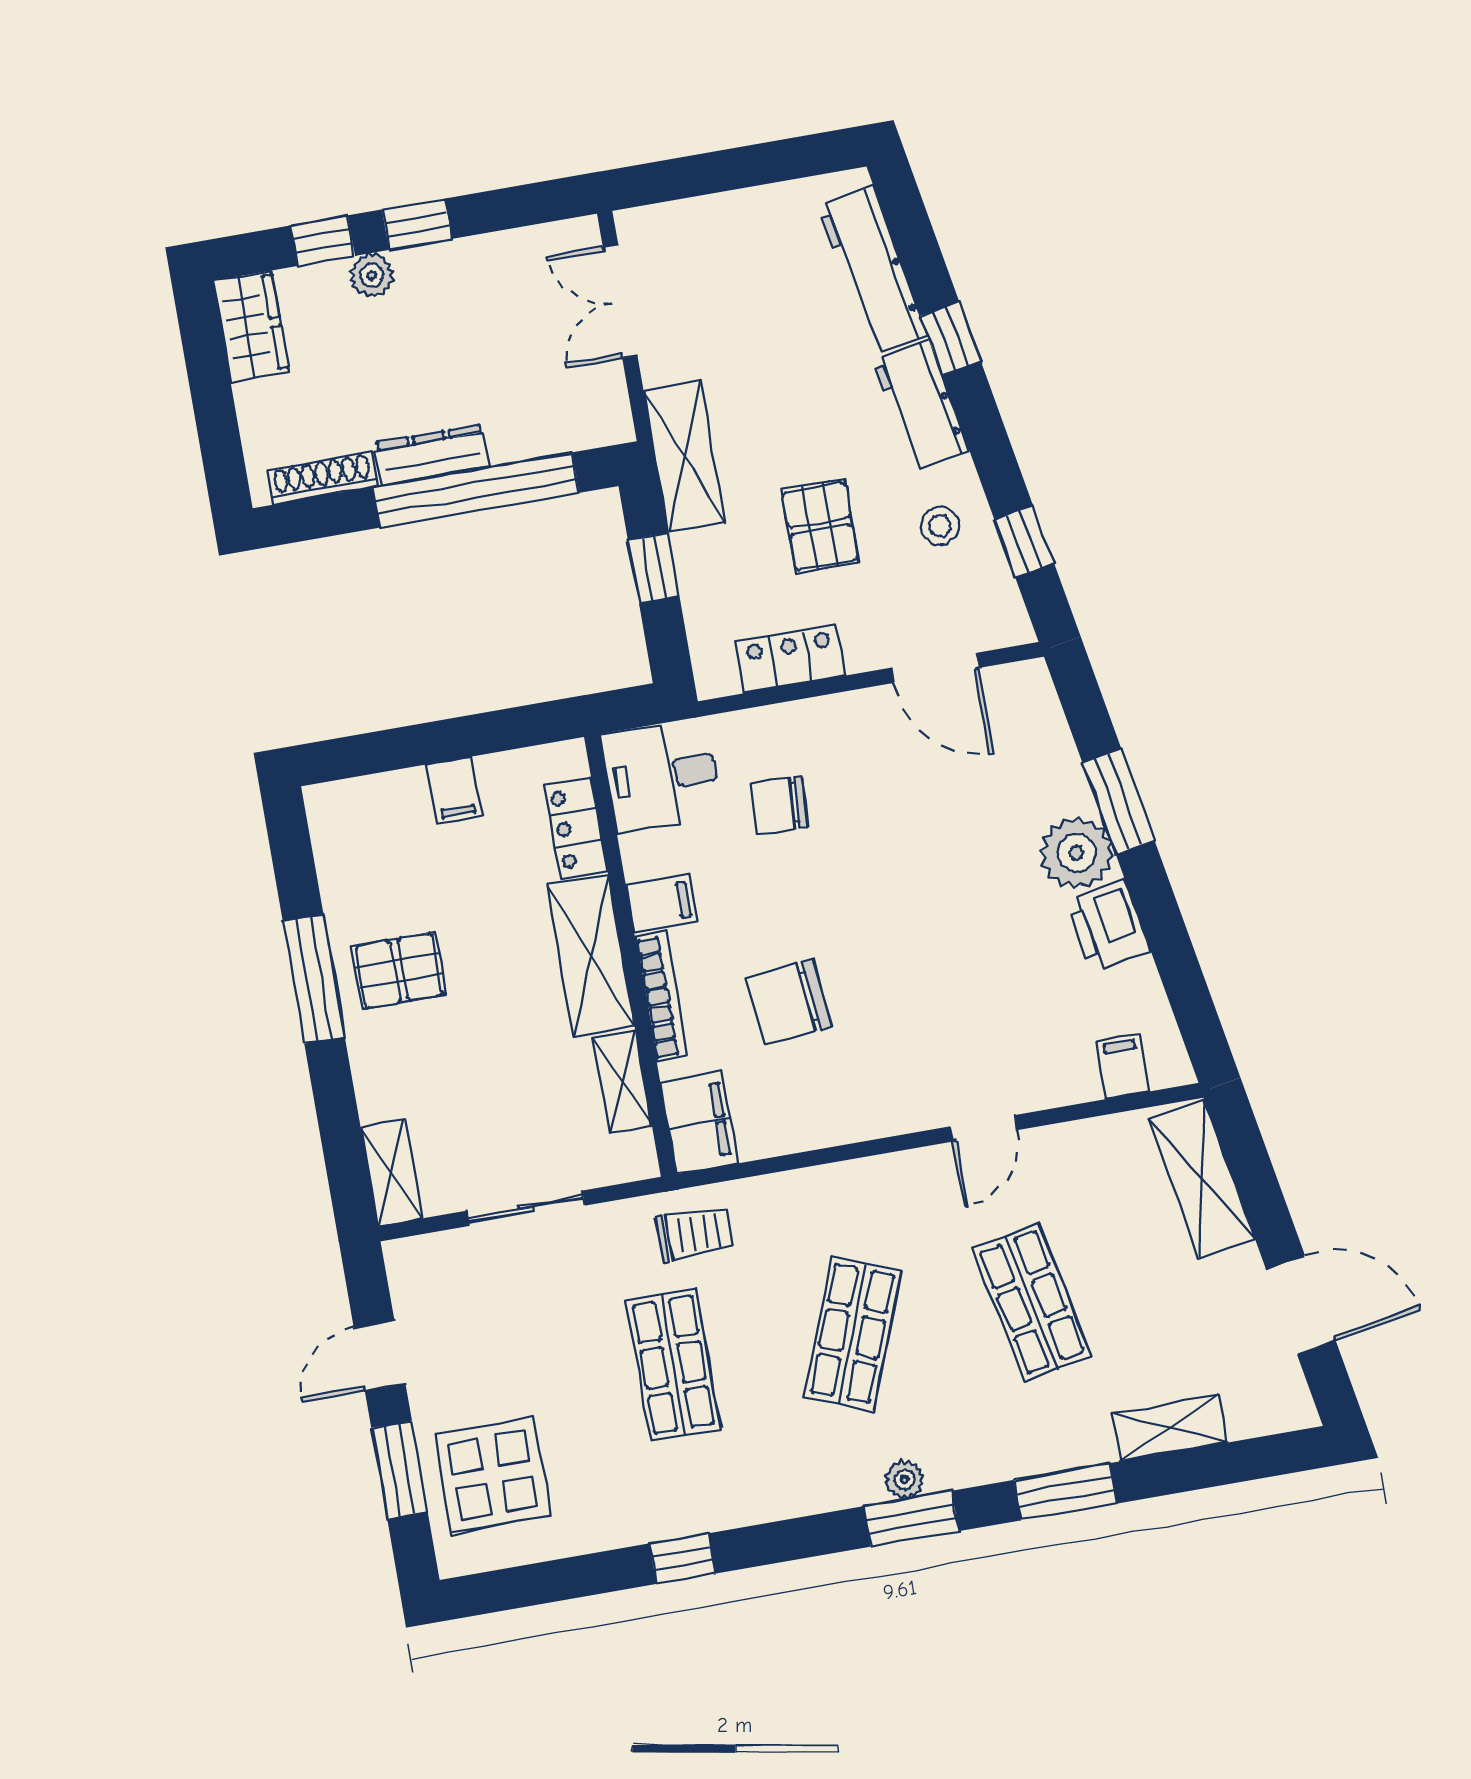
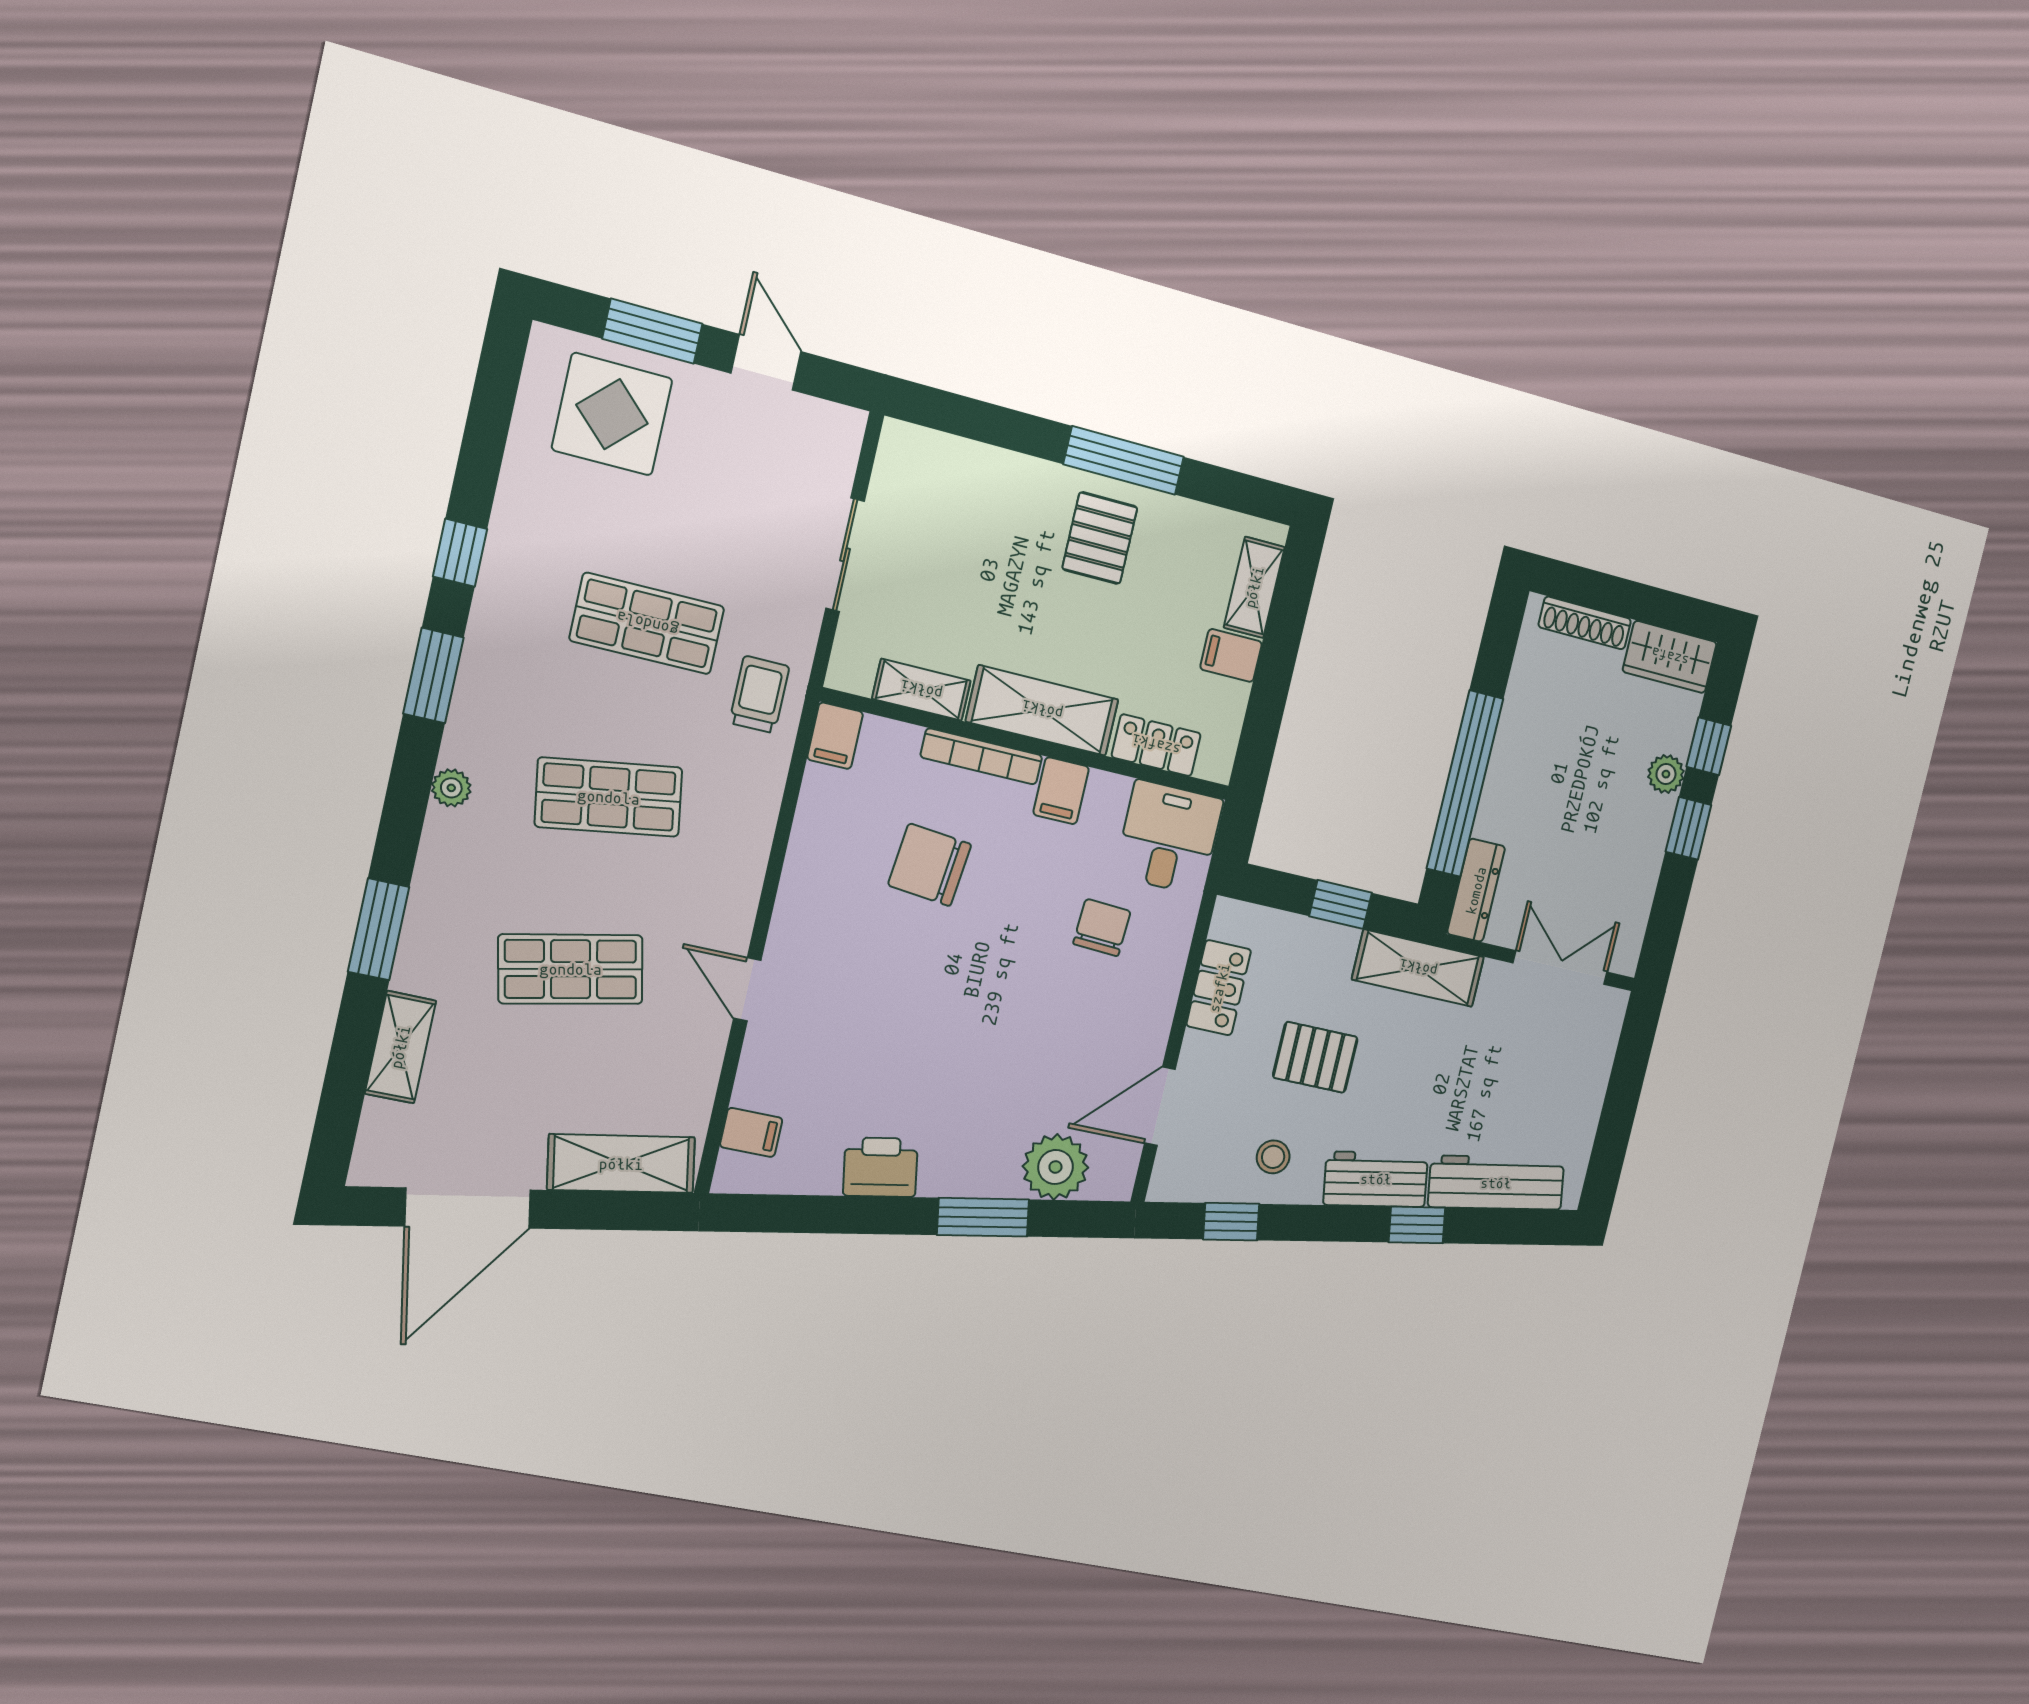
dresser: (432, 455) -> (1476, 890), moved
shoe rack: (322, 478) -> (1585, 623), moved, turned 90
plant: (1077, 853) -> (1055, 1167), moved
chair: (789, 1003) -> (930, 865), turned -78
filing cabinet: (699, 1123) -> (835, 736), width x0.50
shelving: (391, 1173) -> (1254, 587), moved, turned 90
trolley: (694, 1234) -> (759, 695), turned 180
door: (1301, 1305) -> (468, 1208), width x1.36
shop shelf: (852, 1334) -> (609, 797), turned -30
window: (911, 1519) -> (433, 676), moved

